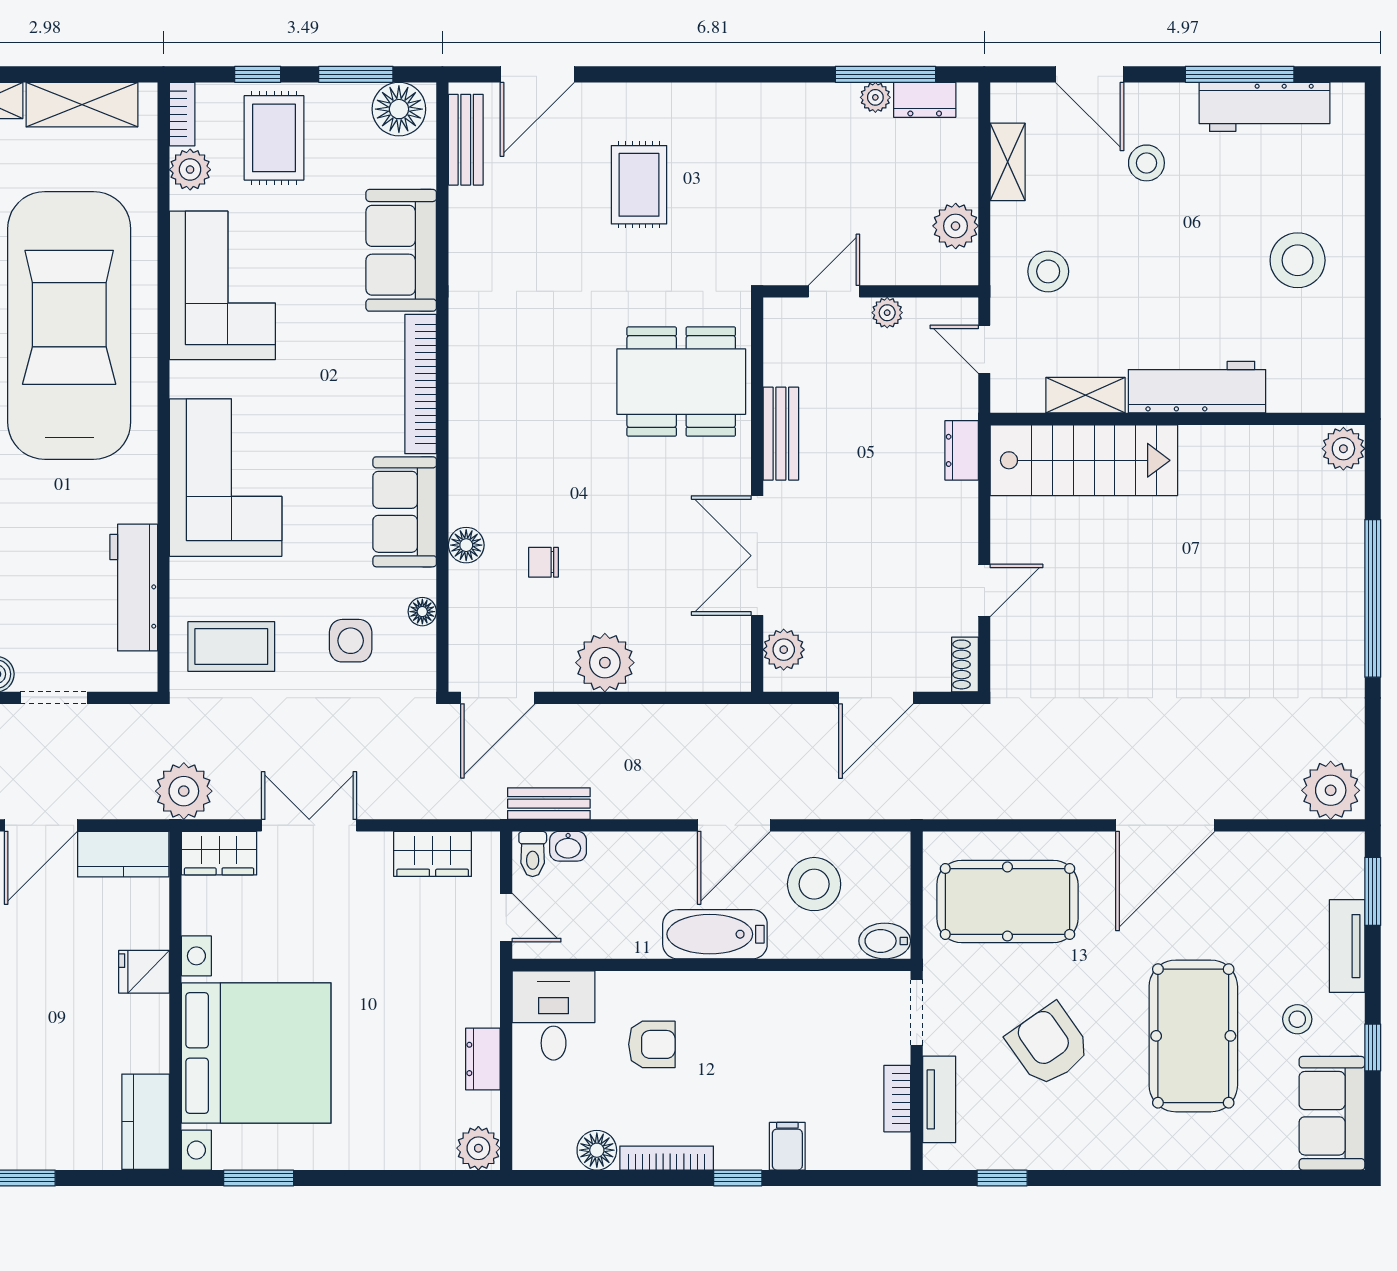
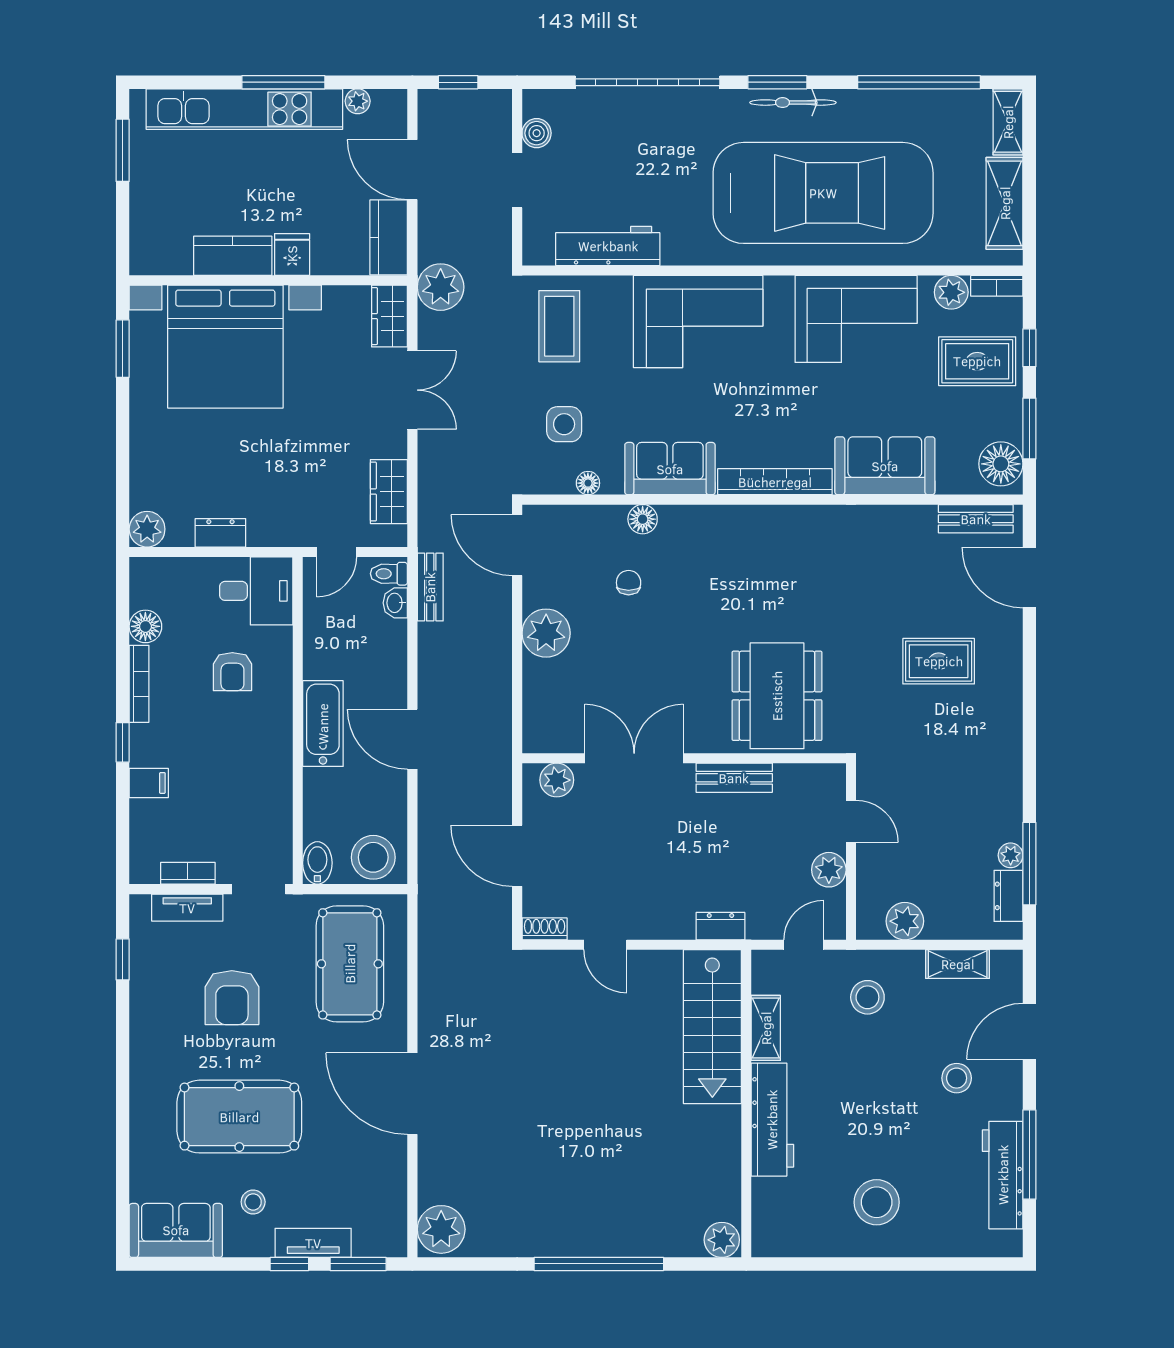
plant: (887, 313) -> (829, 870), width x1.38, depth x1.38
stool: (814, 884) -> (373, 857), moved
armchair: (1049, 1045) -> (232, 998), turned 125
window: (1373, 1047) -> (289, 1264), moved
kitchen counter: (146, 1122) -> (233, 256), moved

